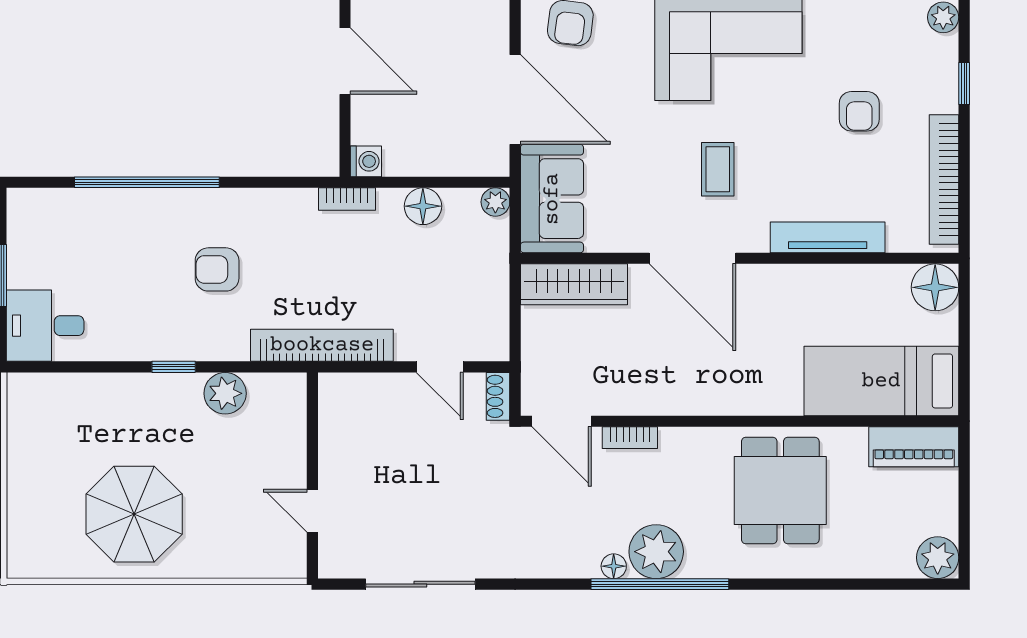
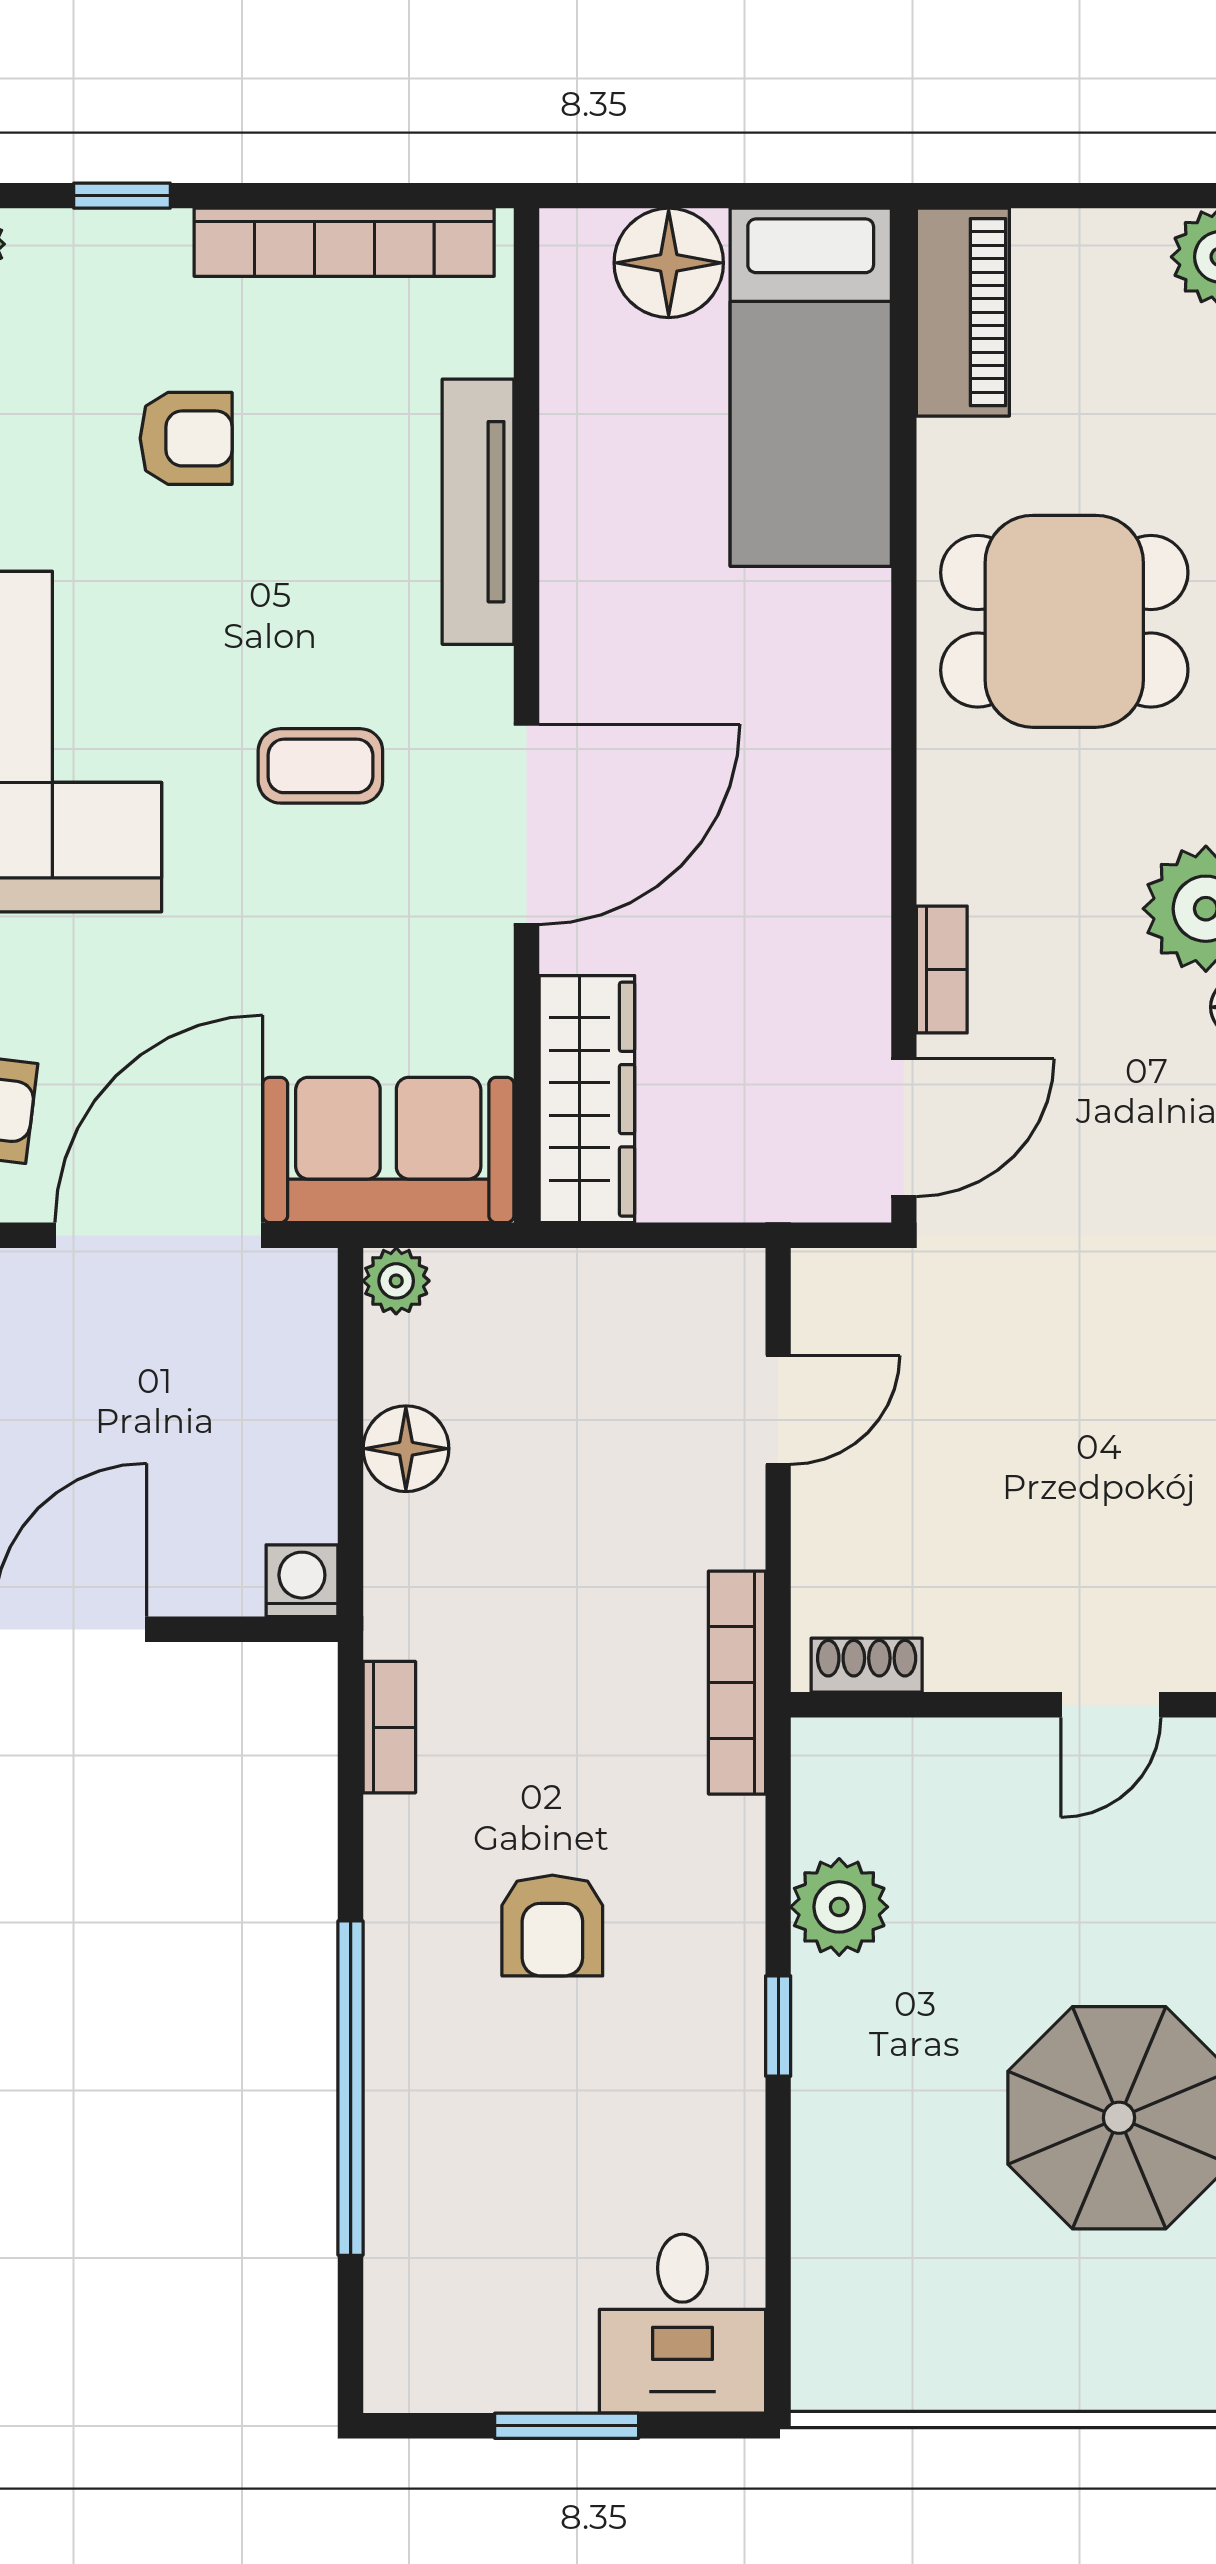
bookcase: (347, 199) -> (389, 1727), moved
floor lamp: (935, 287) -> (669, 263), moved
bookcase: (322, 345) -> (737, 1683), width x0.68, depth x0.76
shoe rack: (498, 396) -> (867, 1665), moved, turned 180

